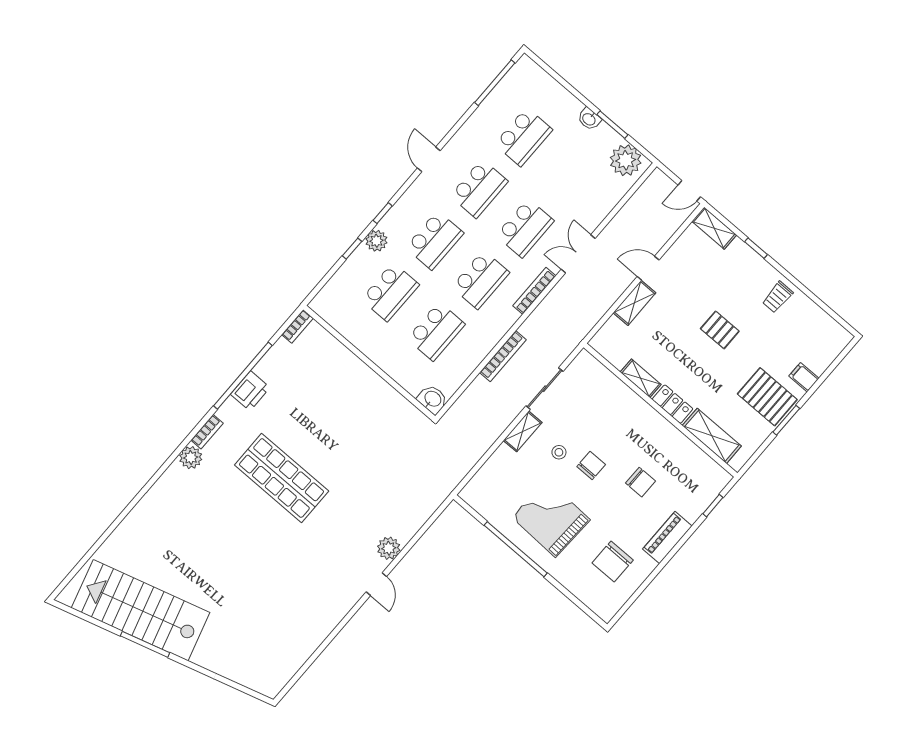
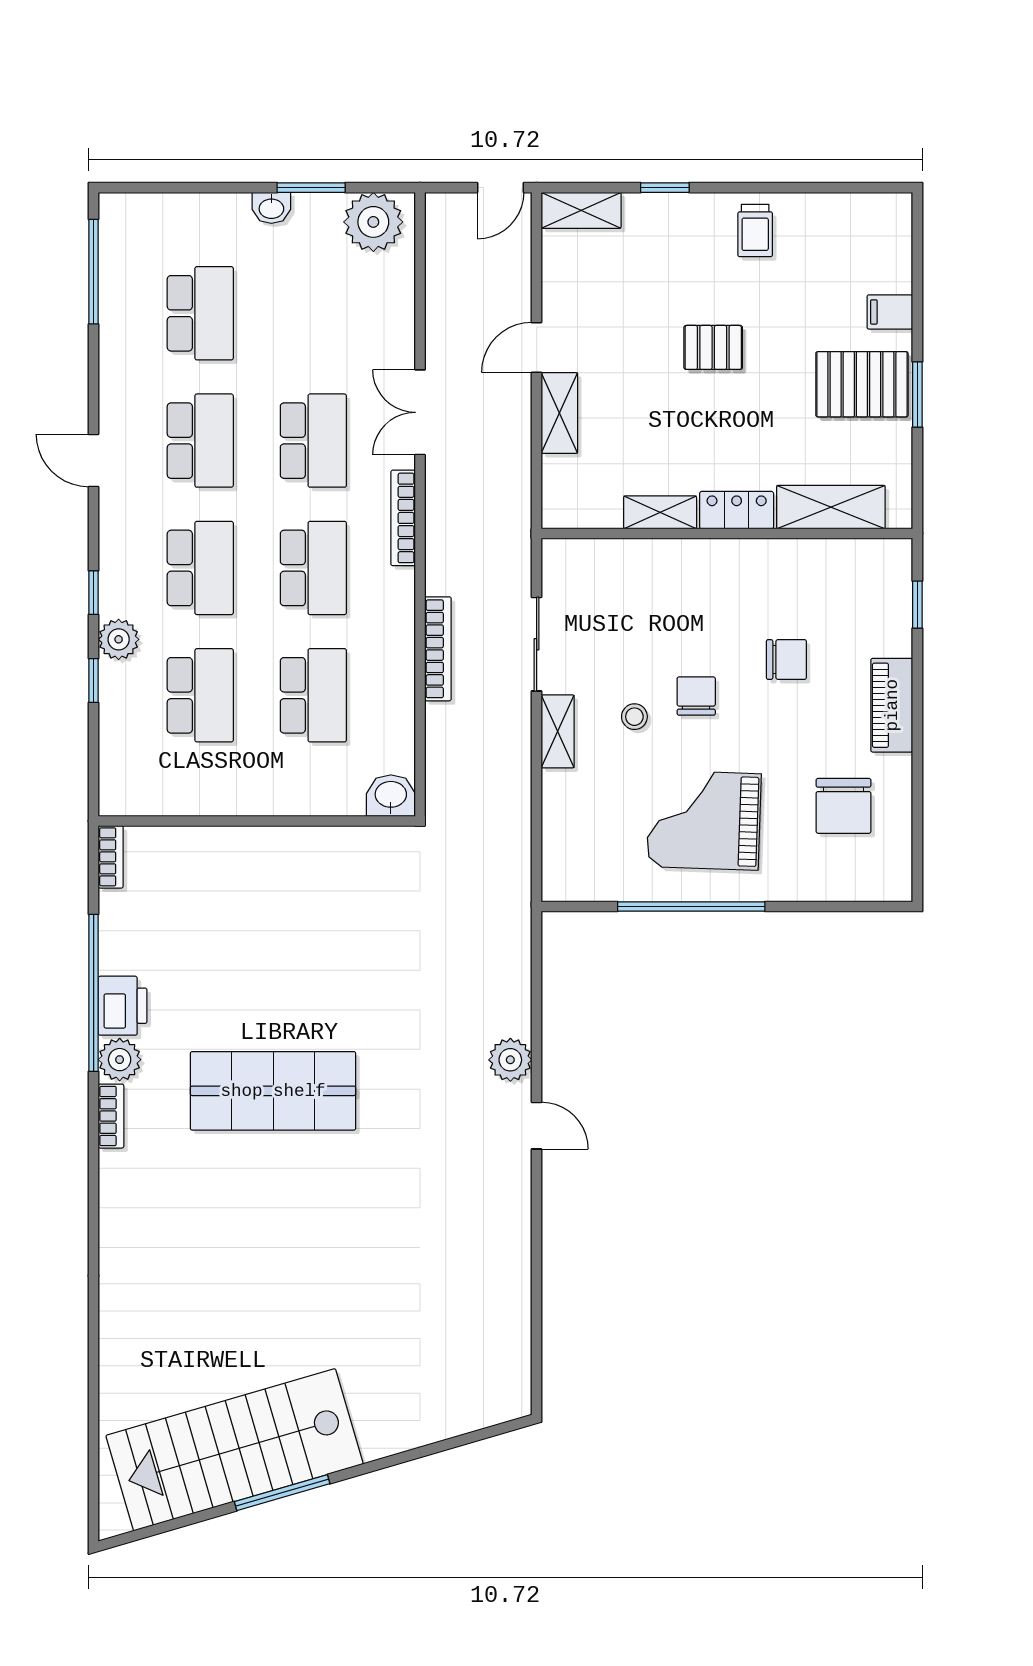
plant: (191, 458) -> (120, 1060), moved

